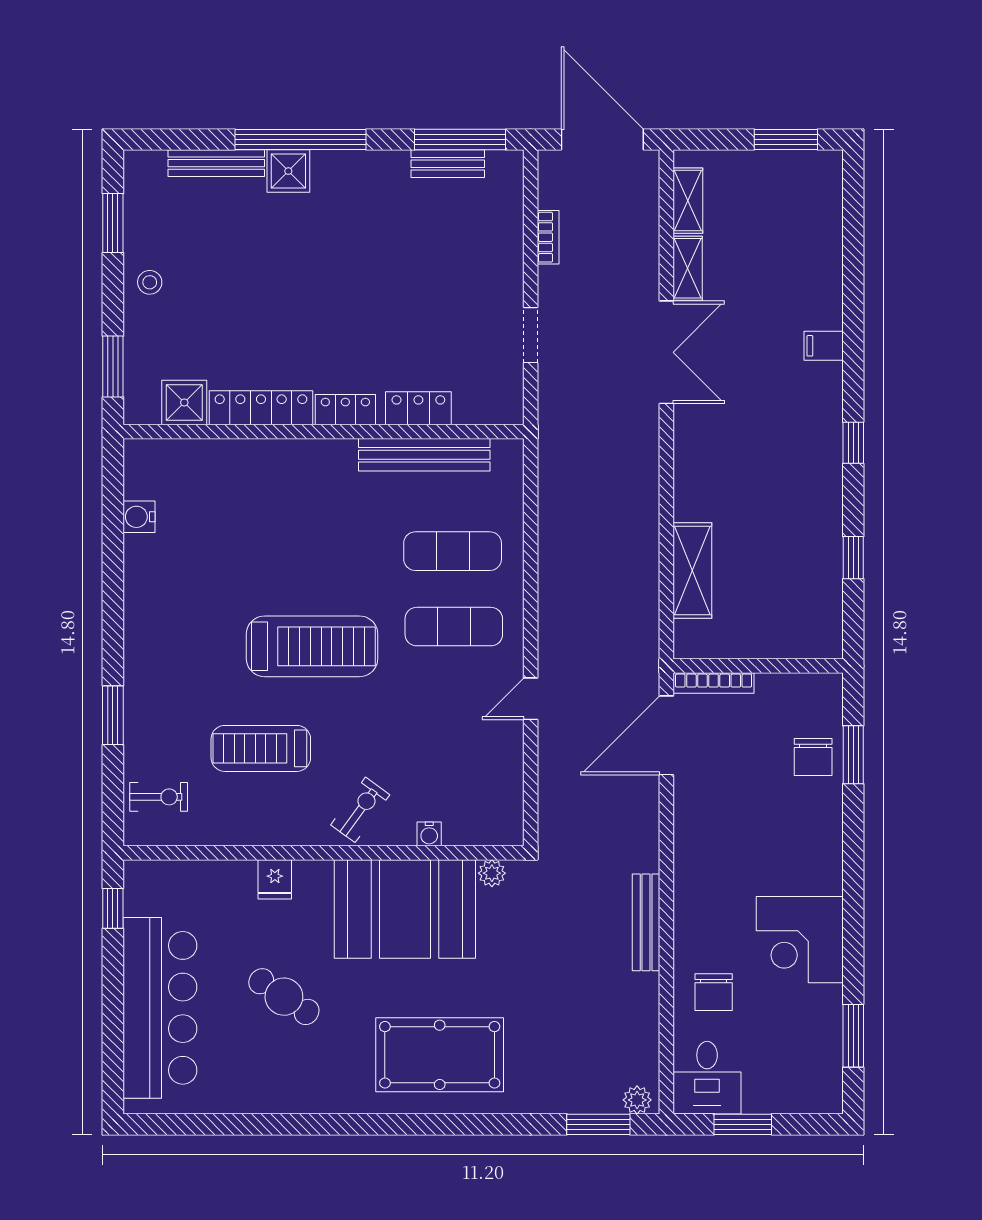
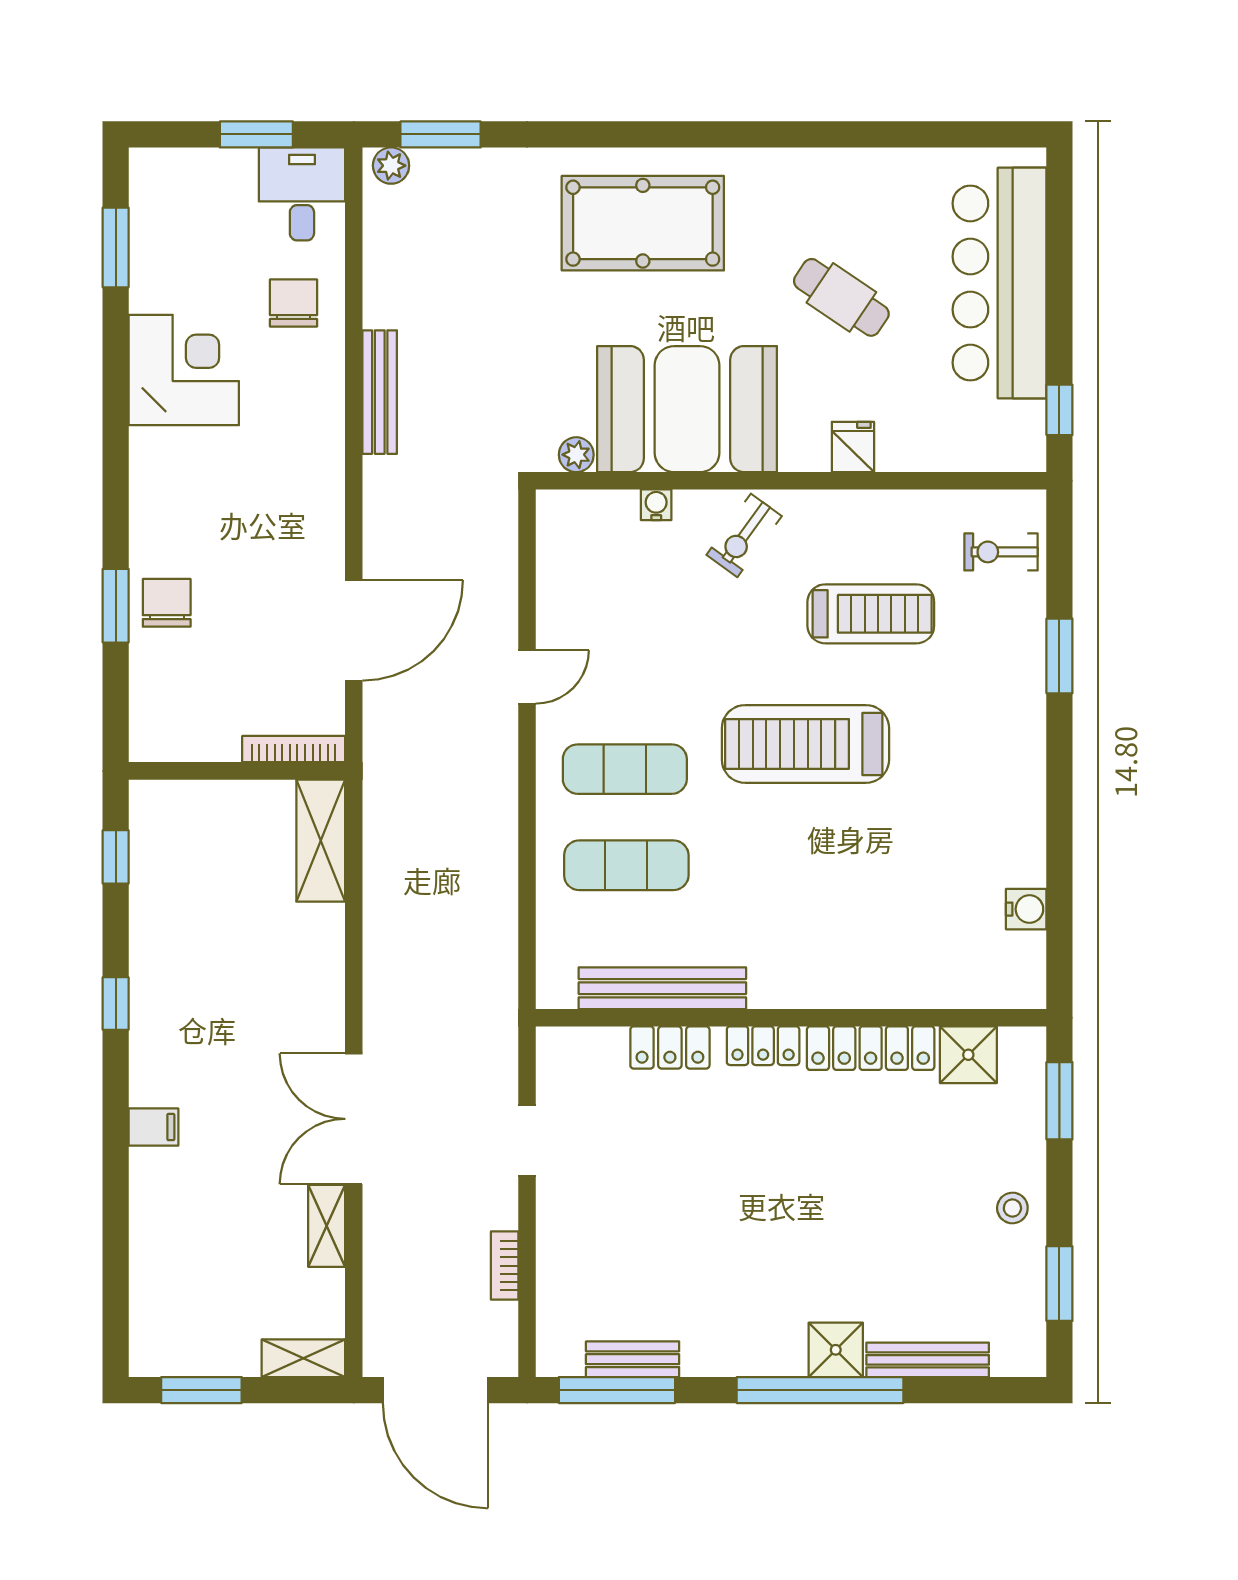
shelving: (688, 201) -> (303, 1358), moved, turned 90
wall: (758, 666) -> (237, 771), moved
bookcase: (714, 683) -> (294, 749), moved

